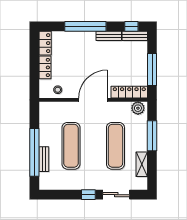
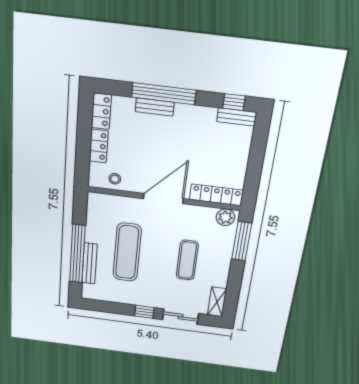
bench: (109, 36) -> (155, 107), moved
window: (152, 69) -> (254, 168), removed
window: (152, 136) -> (242, 241), moved
exercise mat: (115, 146) -> (187, 260), width x0.73, depth x0.69
bench: (44, 159) -> (89, 264), width x1.36
shelving: (142, 164) -> (217, 302), moved

